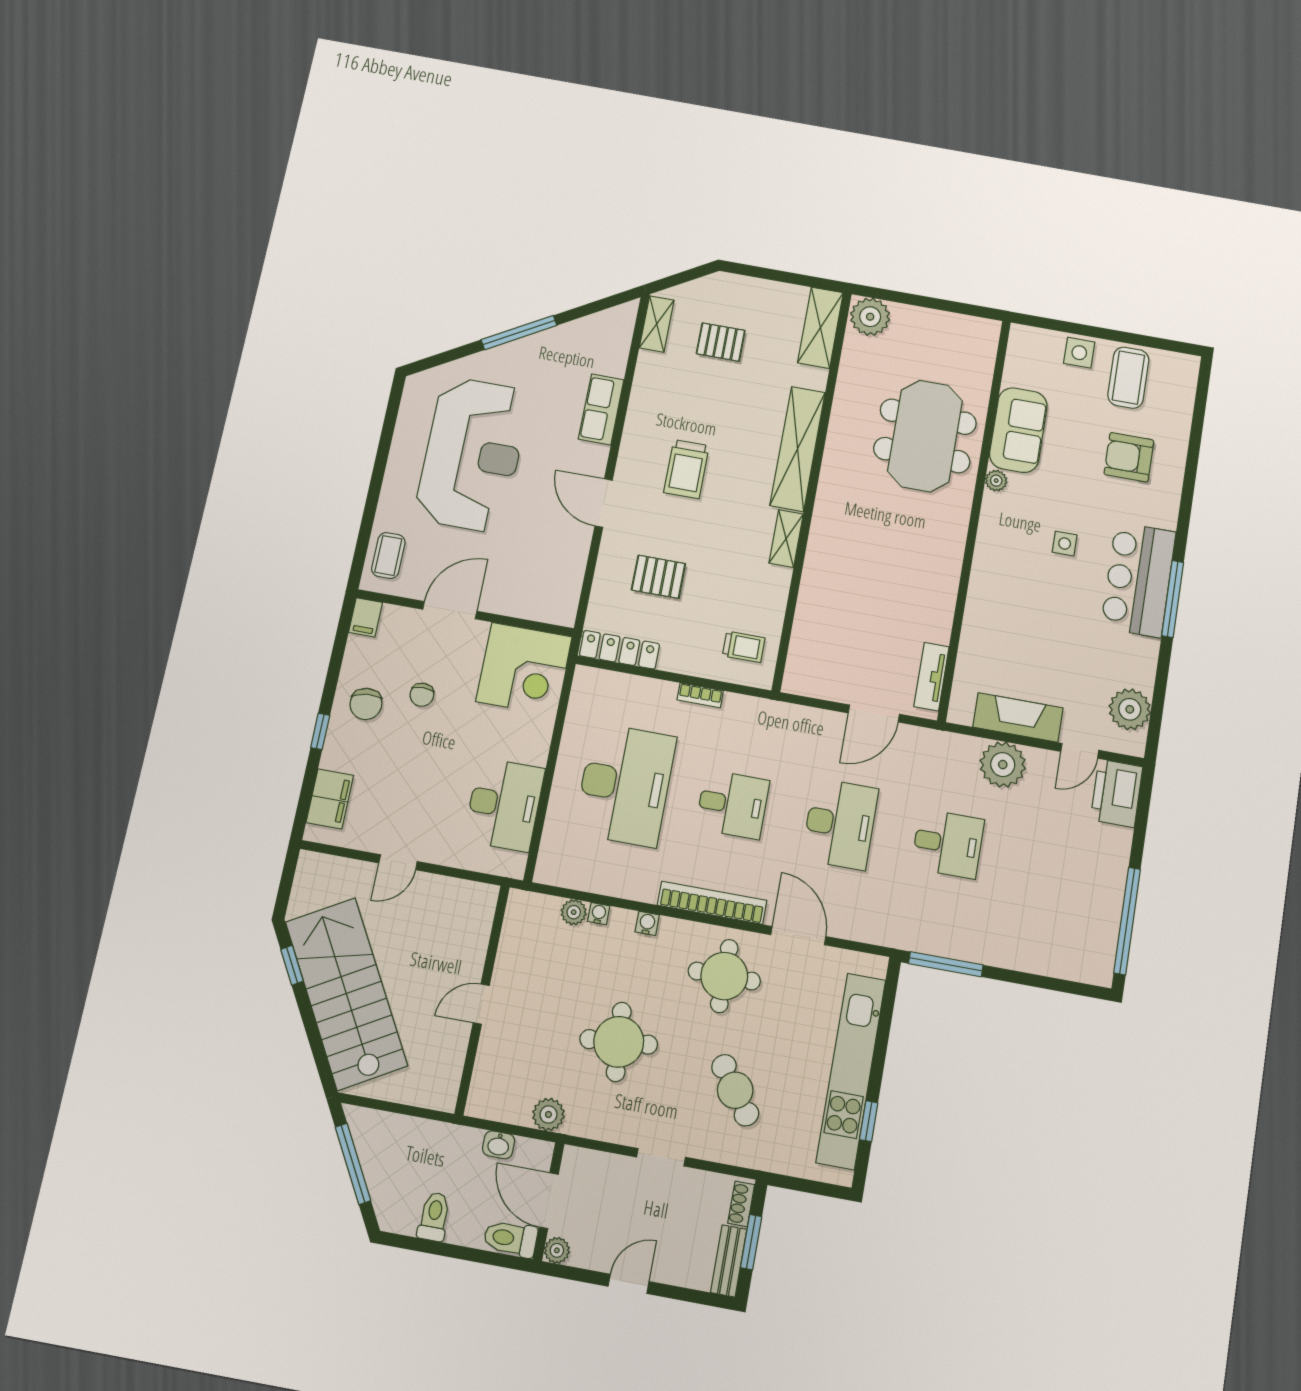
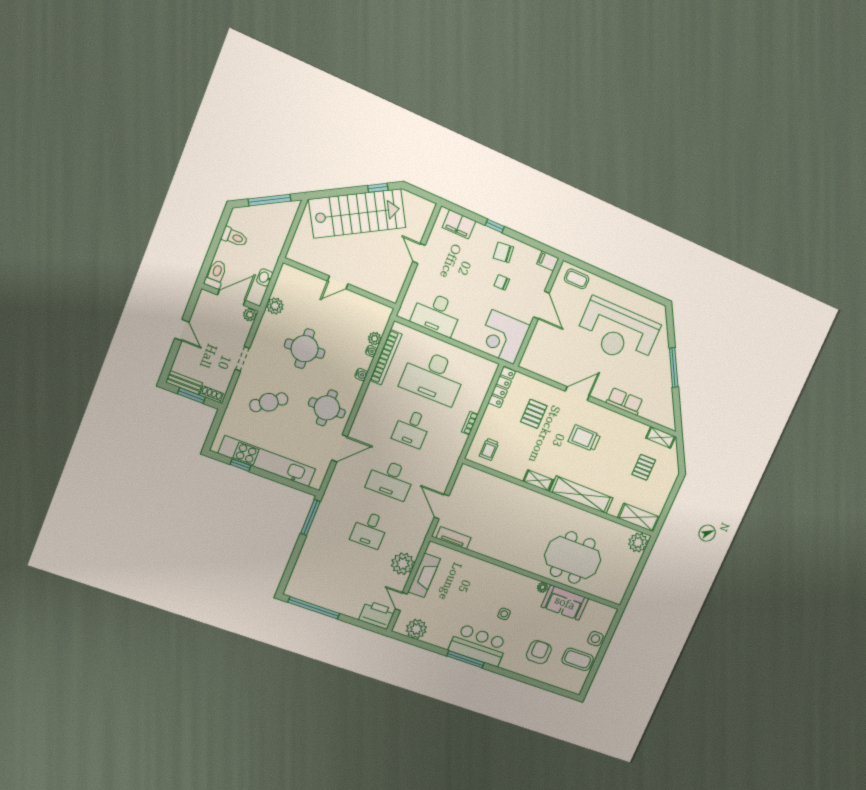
bookcase: (712, 903) -> (386, 357), moved
door: (481, 1004) -> (338, 282), swing flipped
plant: (557, 1250) -> (250, 315), moved

